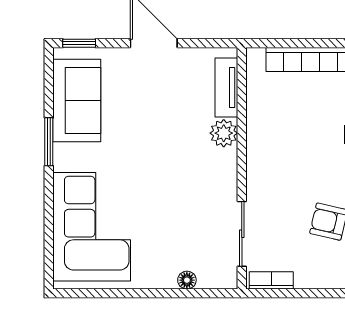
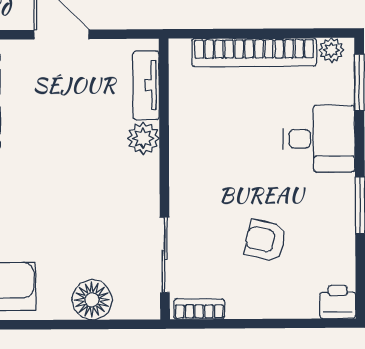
floor lamp: (187, 280) -> (92, 300), width x1.89, depth x1.89

